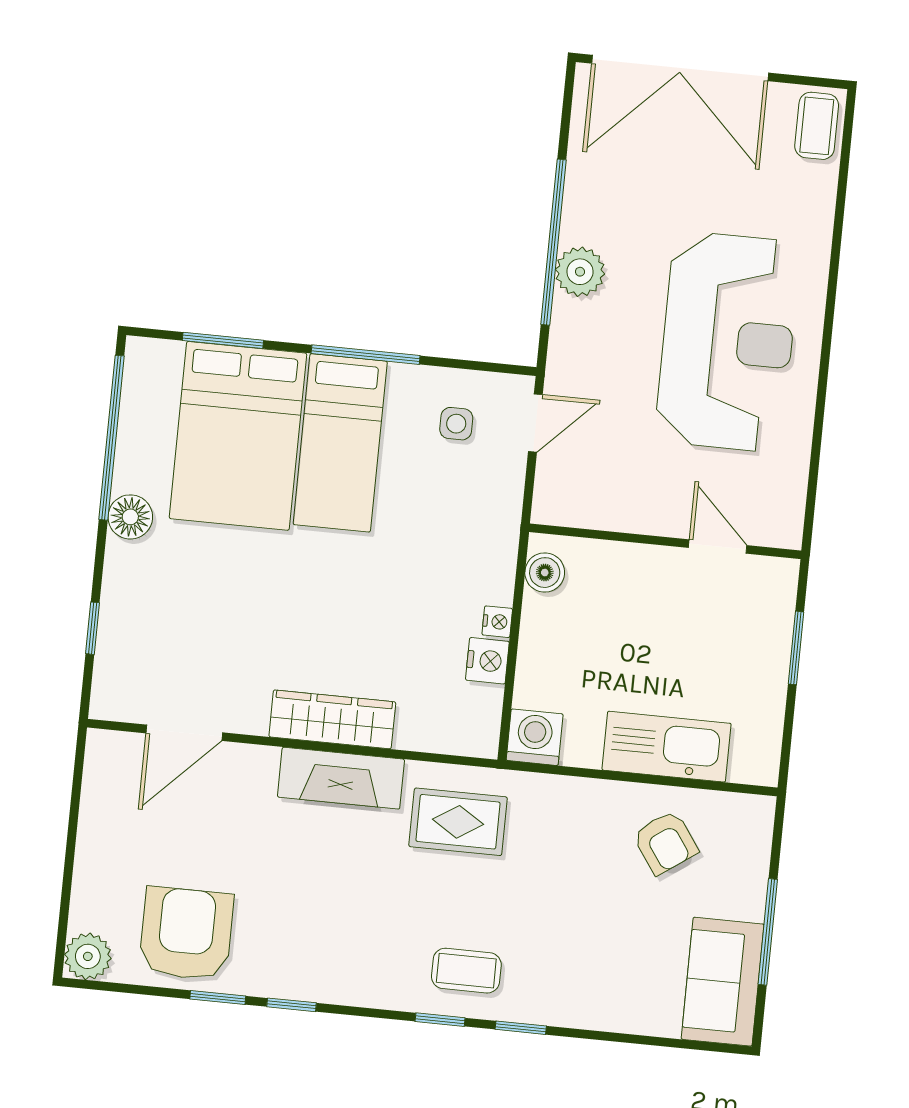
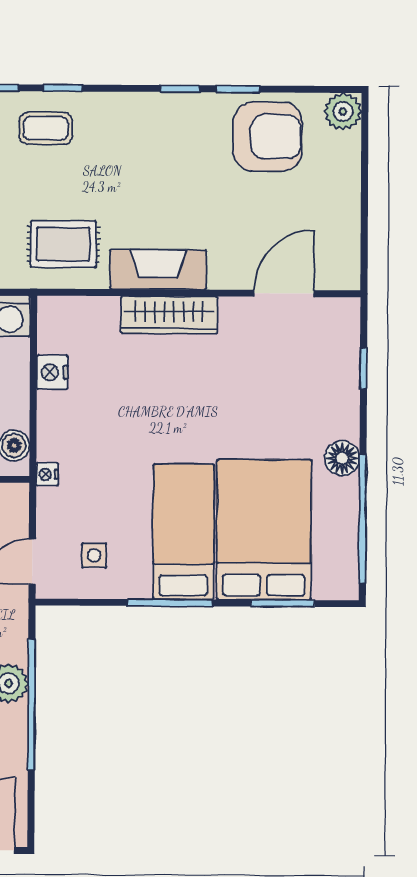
nightstand: (497, 622) -> (47, 474), moved
armchair: (186, 934) -> (268, 137), turned -90

